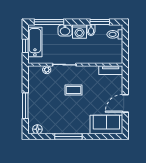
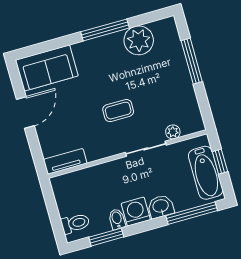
plant: (51, 126) -> (139, 40), added
floor lamp: (37, 129) -> (160, 28), removed

